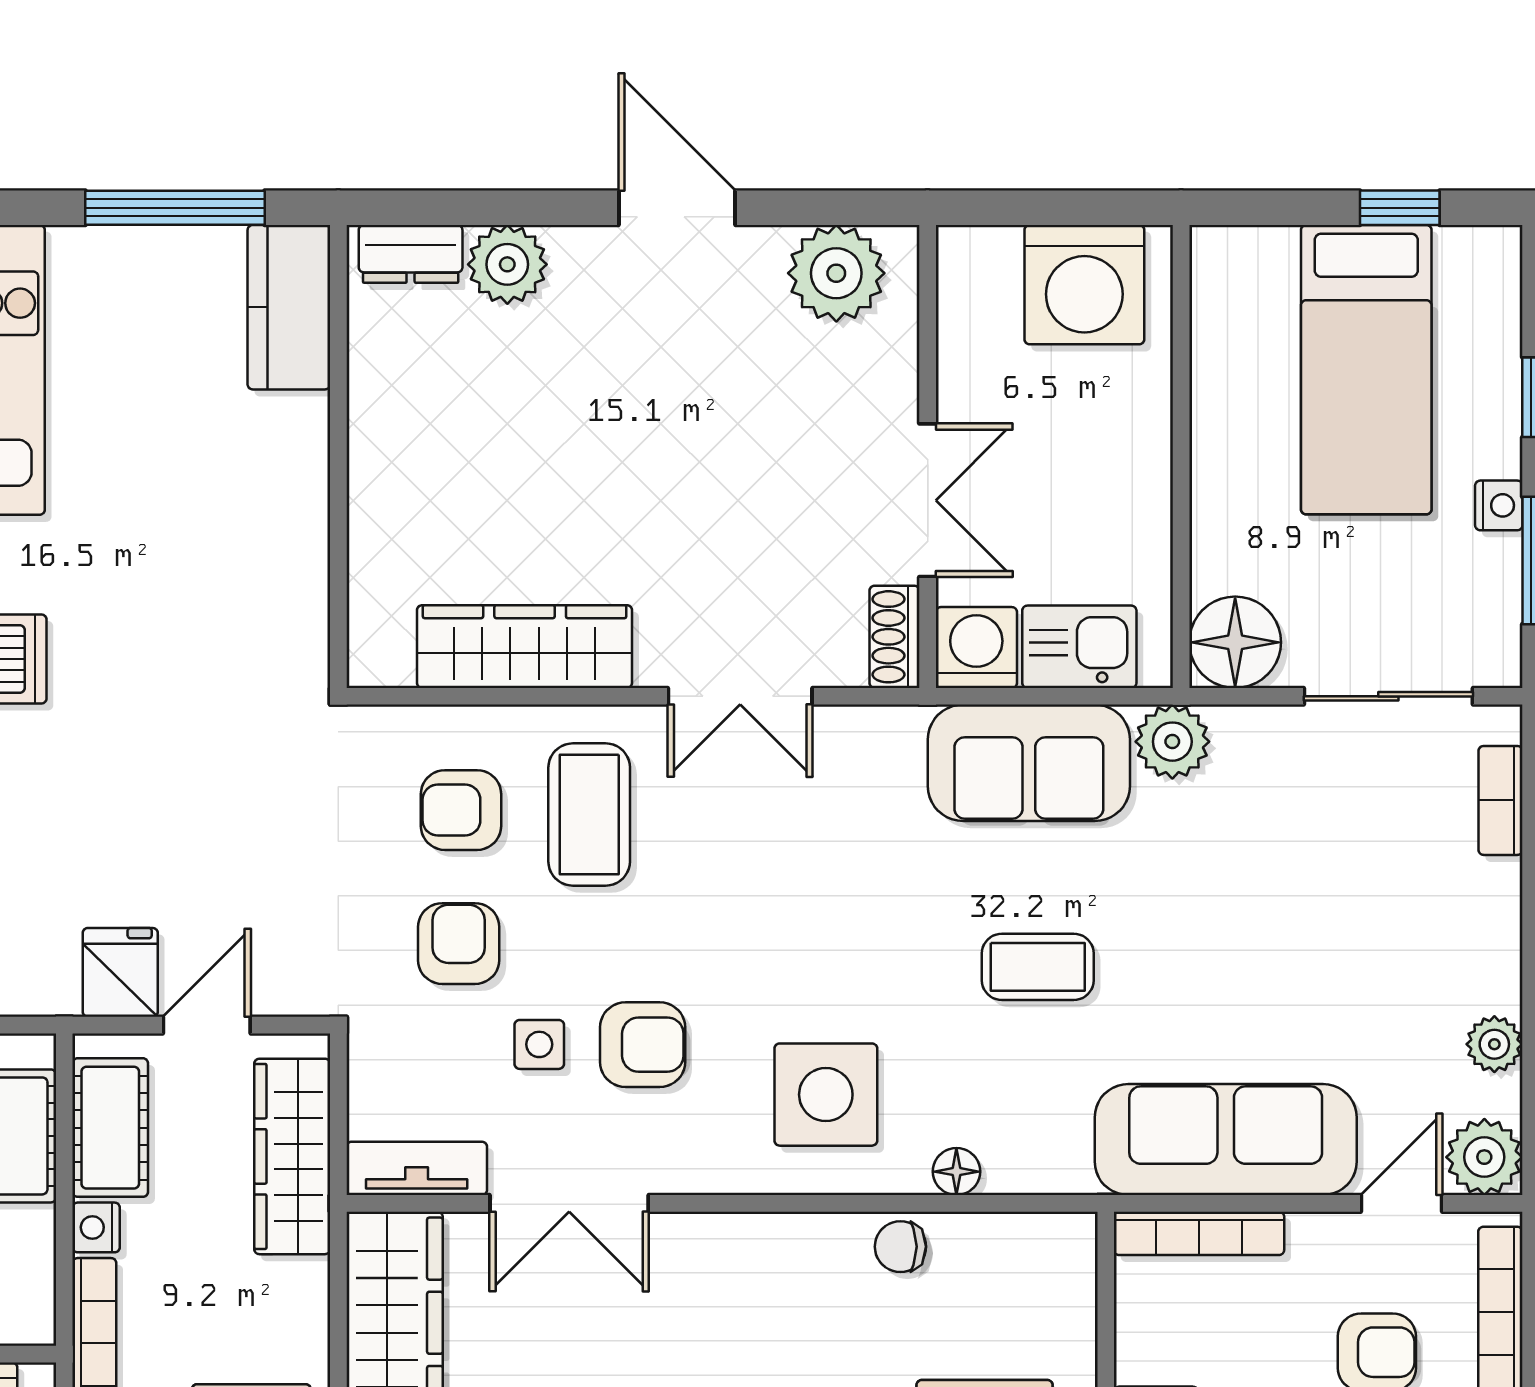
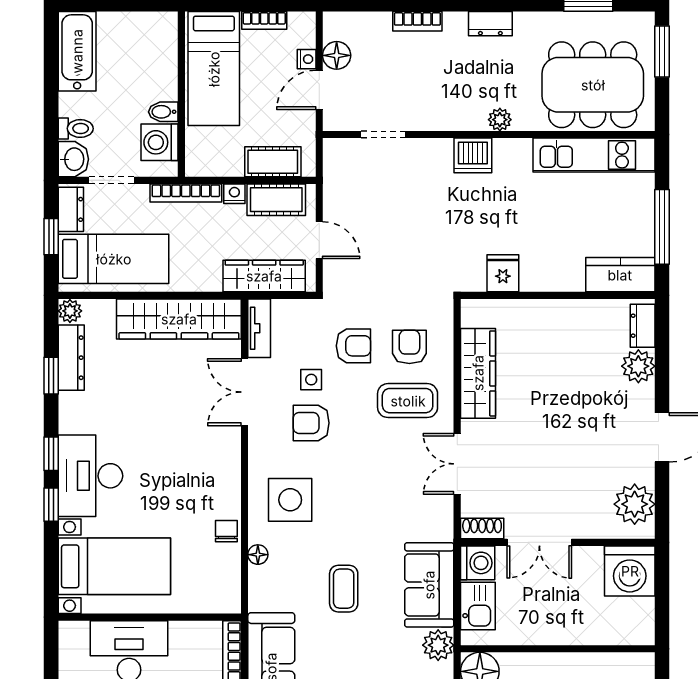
washing machine: (1084, 285) -> (630, 571), moved, turned -90
fridge: (120, 972) -> (503, 273), moved, turned -90
armchair: (643, 1045) -> (311, 423), turned 90

